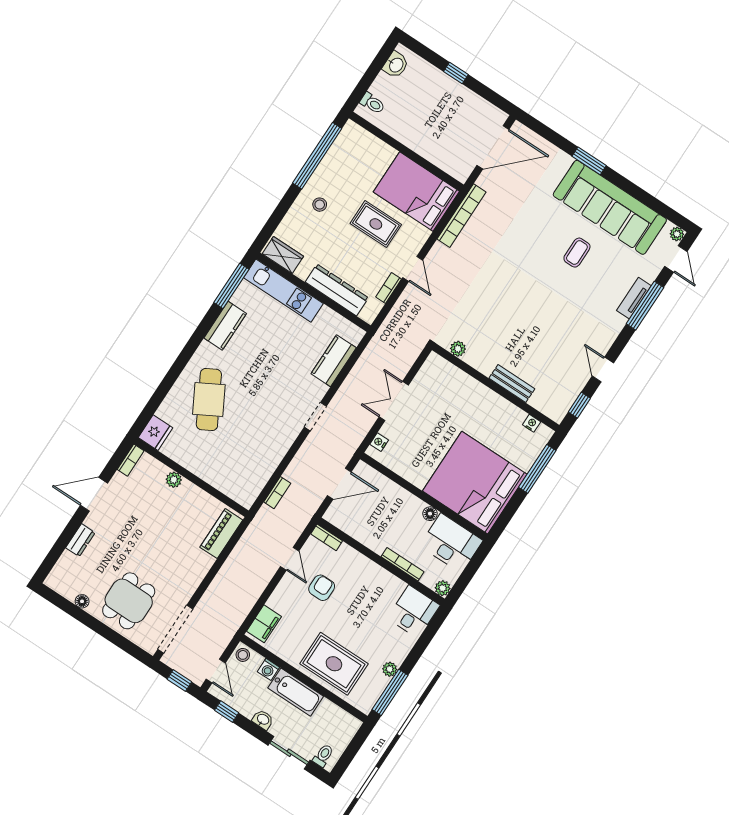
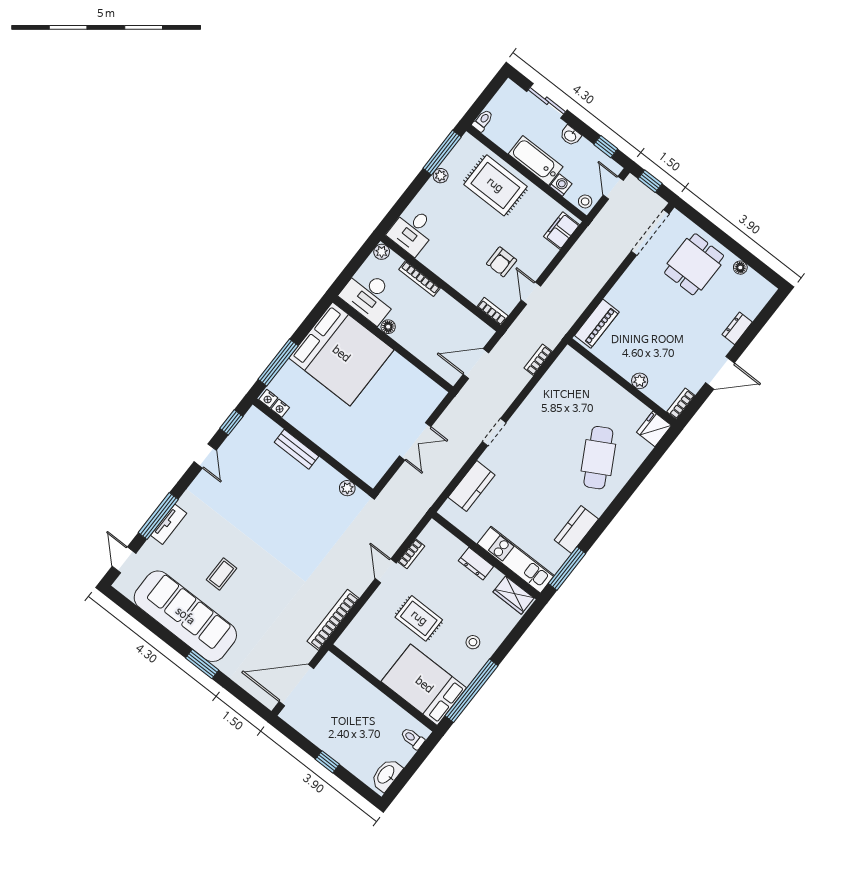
washbasin: (396, 65) -> (386, 775), width x1.38
bed: (416, 192) -> (424, 685), moved, turned 180
plant: (677, 234) -> (121, 584), removed
dresser: (337, 290) -> (476, 564), width x0.51, depth x0.80
nightstand: (379, 442) -> (268, 399), moved, turned 90
toilet: (323, 755) -> (483, 121), moved, turned 180

